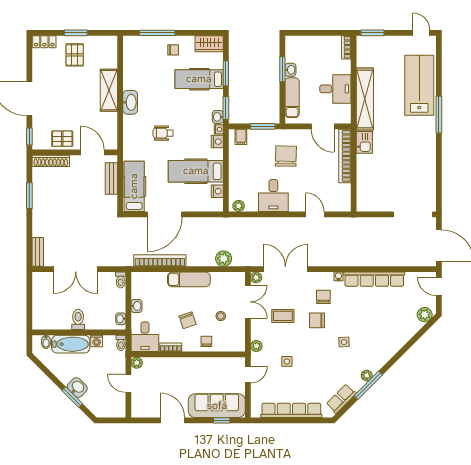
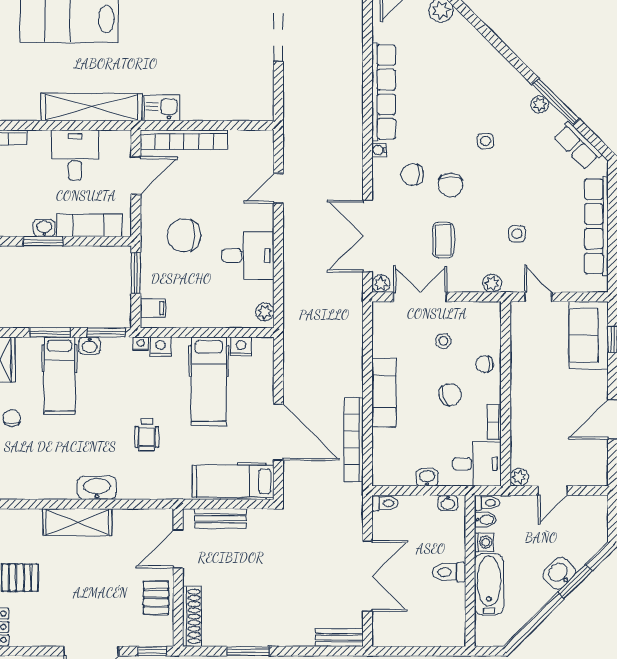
washbasin: (218, 117) -> (89, 346), moved
plant: (224, 259) -> (350, 336), removed
bidet: (46, 342) -> (485, 520), moved
sofa: (217, 406) -> (589, 335), width x0.73

